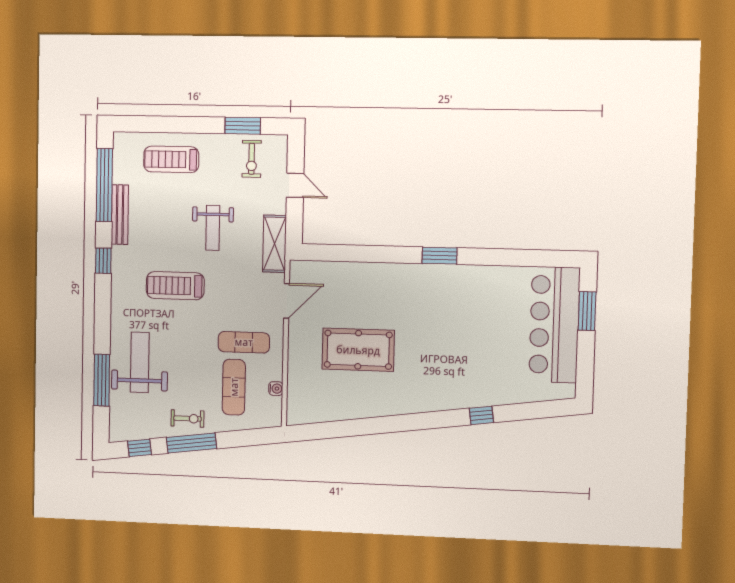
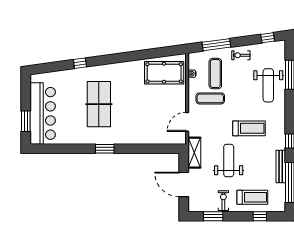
window: (158, 124) -> (260, 216), added
exercise bike: (252, 159) -> (223, 201), moved
door: (295, 185) -> (184, 185), width x1.87
weight bench: (213, 228) -> (229, 160), width x1.36, depth x1.33
table tennis table: (448, 338) -> (99, 104), added
pool table: (358, 350) -> (164, 73), moved
window: (192, 443) -> (216, 45), moved

